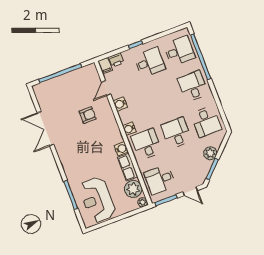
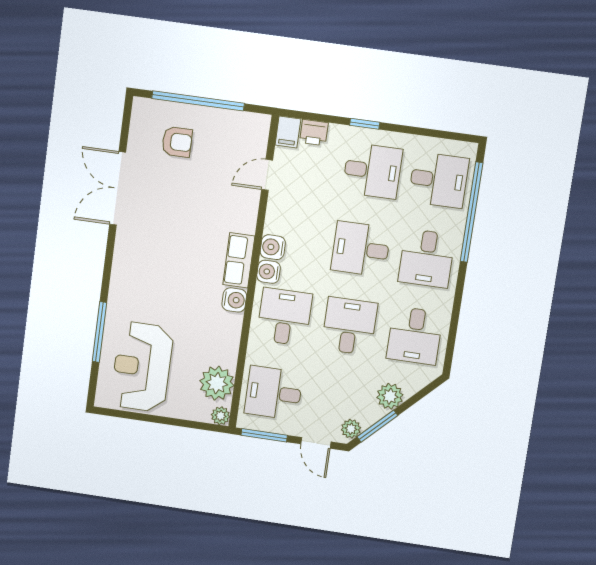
desk: (193, 86) -> (427, 258), turned 180
desk: (163, 98) -> (361, 249), added
water cooler: (120, 104) -> (273, 247), moved
armchair: (88, 115) -> (177, 142), moved
row of seats: (128, 167) -> (239, 260), moved
plant: (202, 177) -> (351, 429), added

